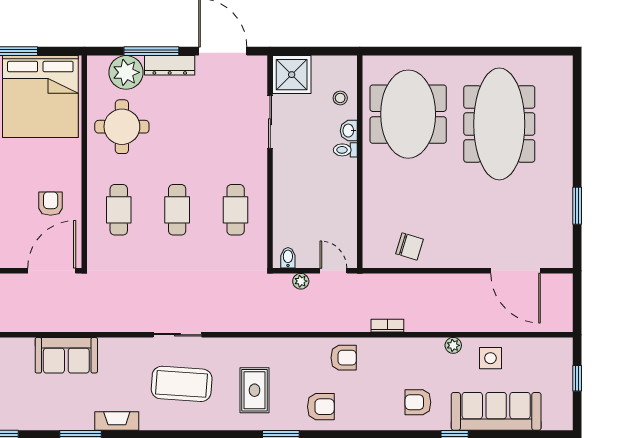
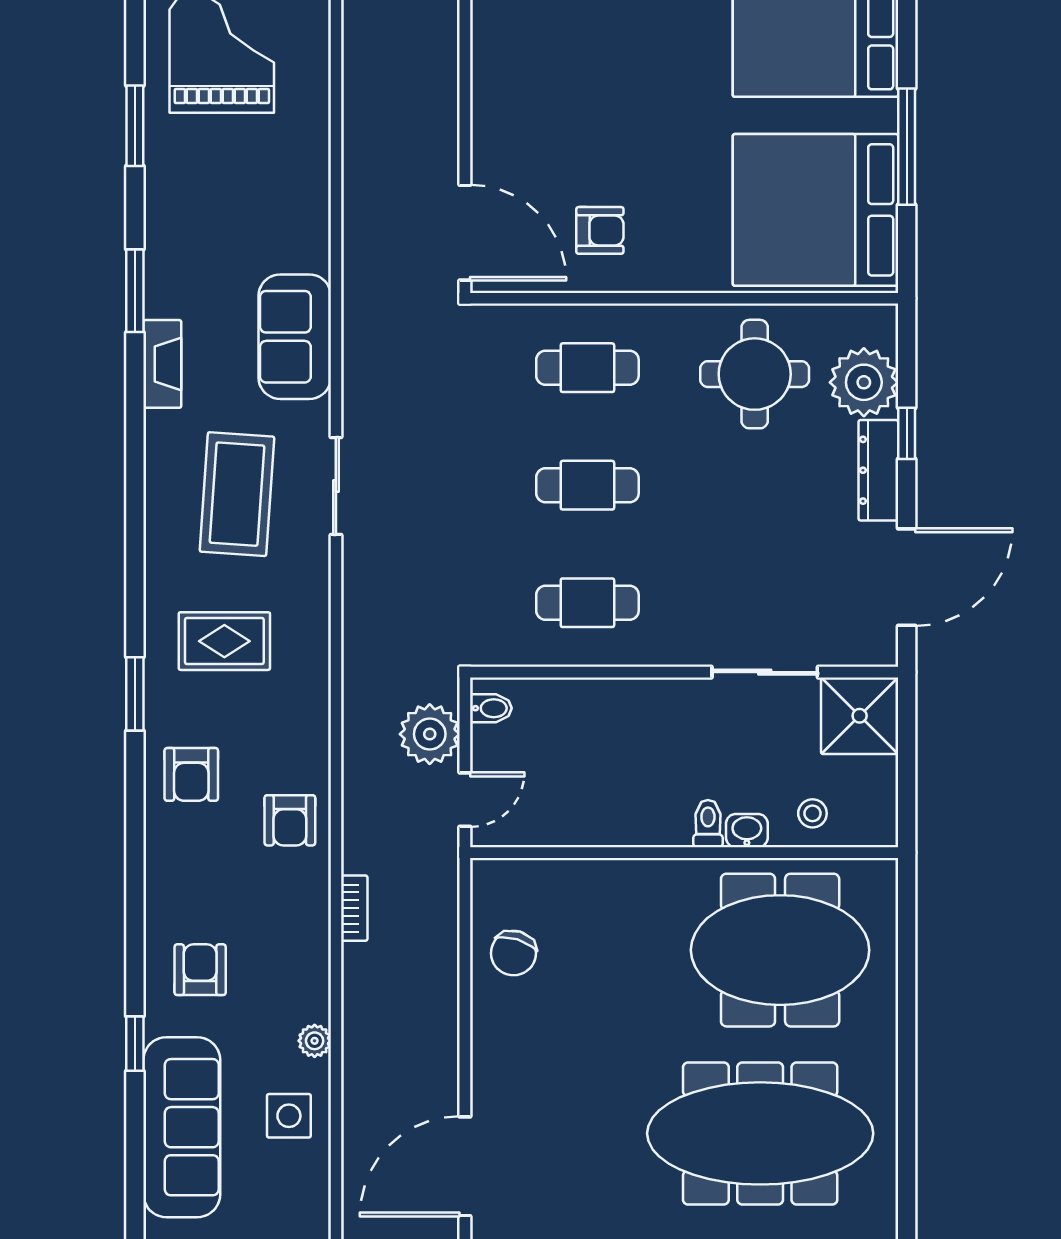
window: (151, 51) -> (907, 433), width x0.46
plant: (301, 281) -> (430, 734), width x1.88, depth x1.88
sofa: (66, 355) -> (295, 337), moved

